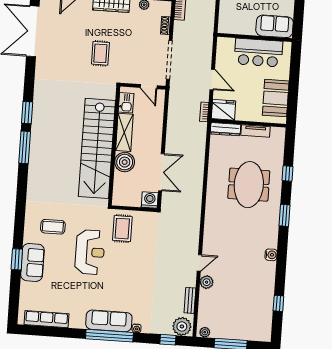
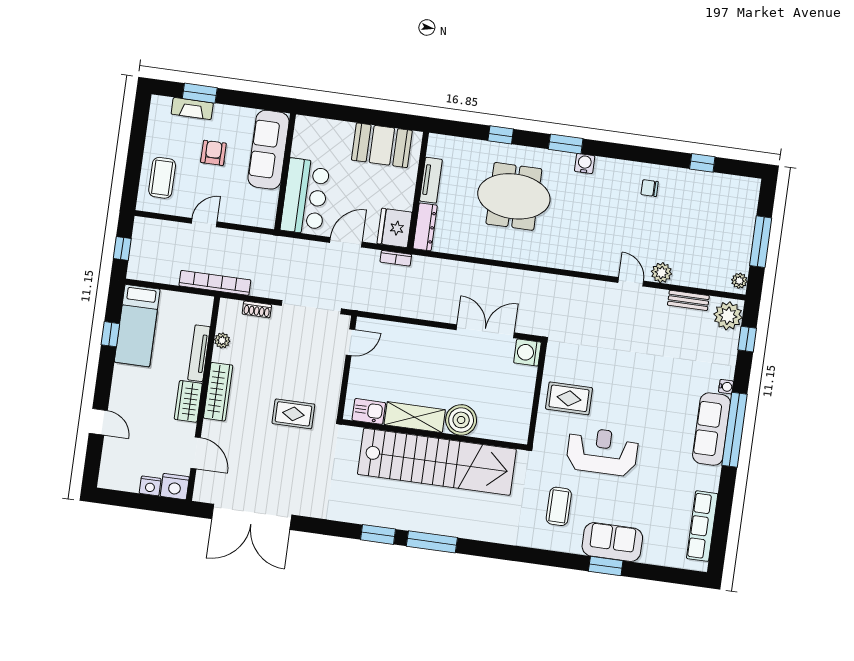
sofa: (275, 26) -> (268, 150), width x1.36
bar counter: (258, 53) -> (305, 197), moved
kitchen sink: (126, 103) -> (369, 411), moved
shelving: (124, 132) -> (415, 417), moved
wall: (114, 146) -> (435, 435), moved
stairs: (97, 148) -> (437, 462), moved
boiler: (125, 162) -> (461, 420), moved
water cooler: (271, 255) -> (585, 164), moved
chair: (260, 271) -> (650, 188), added

